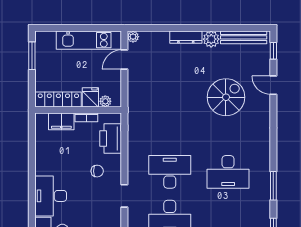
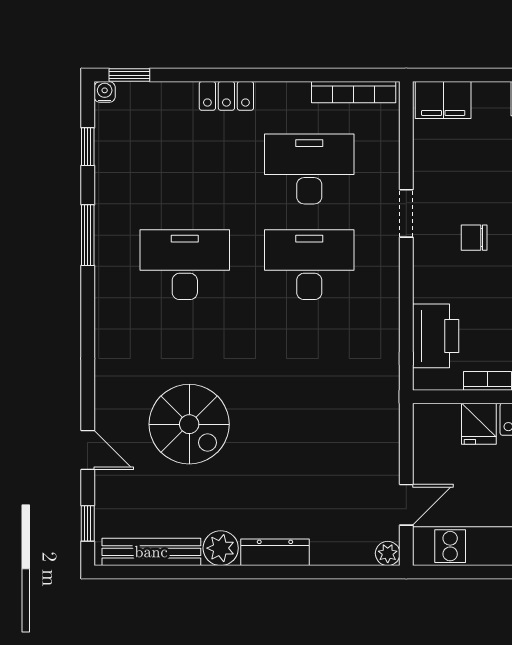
spiral stairs: (226, 97) -> (189, 424), turned -90
plant: (105, 101) -> (447, 415), removed
chair: (97, 171) -> (474, 238), moved
desk: (170, 172) -> (309, 265), turned 180

